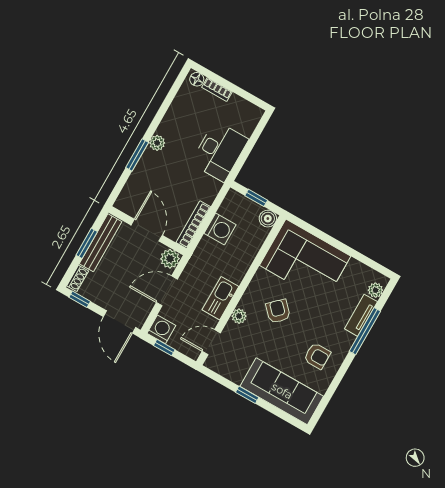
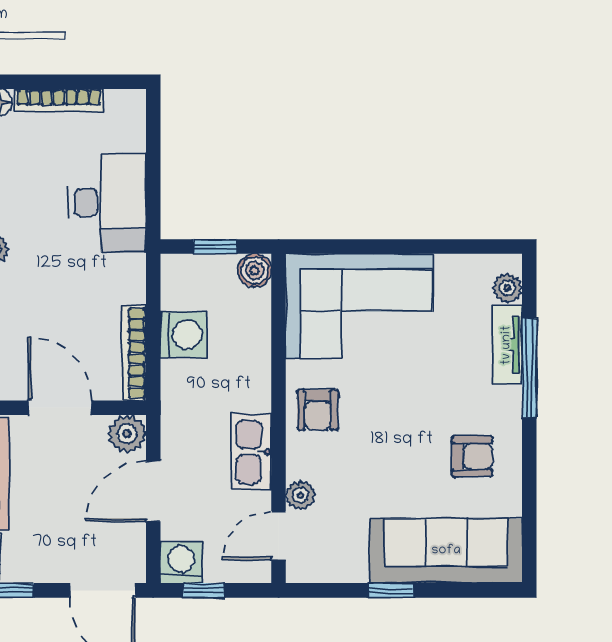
bookcase: (217, 90) -> (59, 100), width x1.56
armchair: (278, 311) -> (318, 410), moved, turned -136
plant: (239, 316) -> (300, 495), moved

